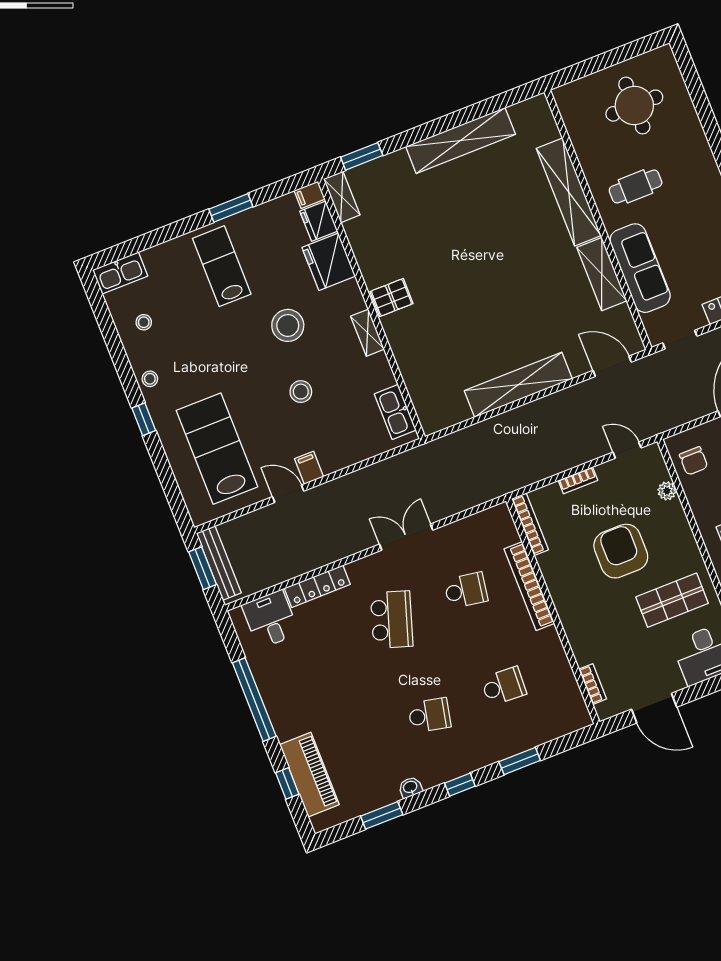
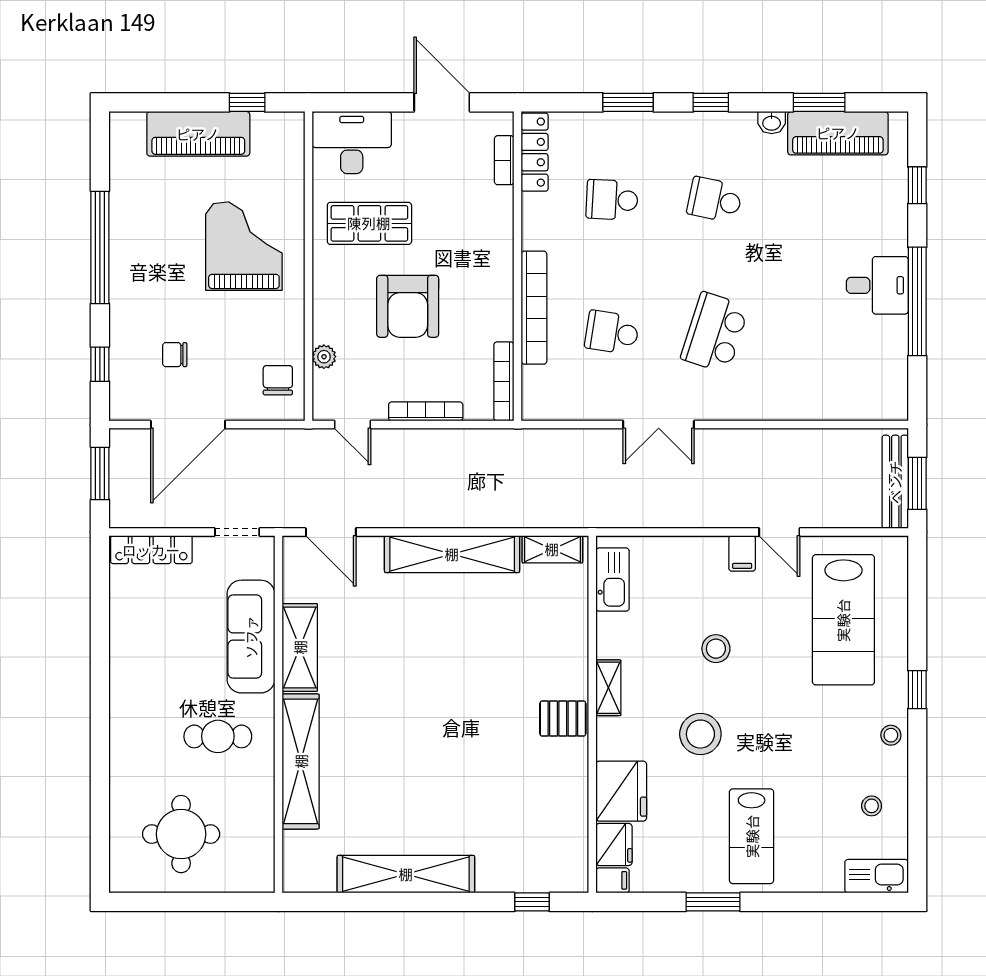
window: (362, 156) -> (532, 902), width x0.67
shelving: (342, 197) -> (552, 549), moved, turned 90
bookcase: (578, 480) -> (426, 411), width x1.56
locker: (317, 586) -> (535, 152), moved, turned 90
desk: (270, 619) -> (877, 285), moved, turned -90
piano: (309, 775) -> (838, 133), moved, turned -90

